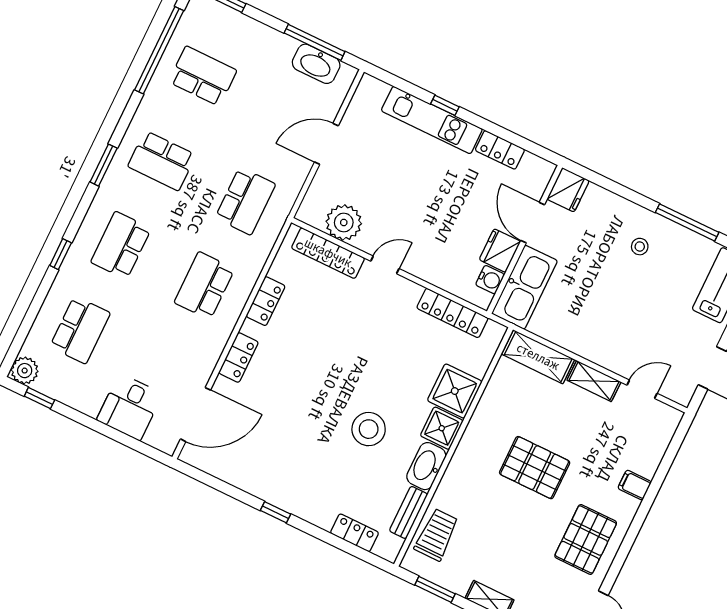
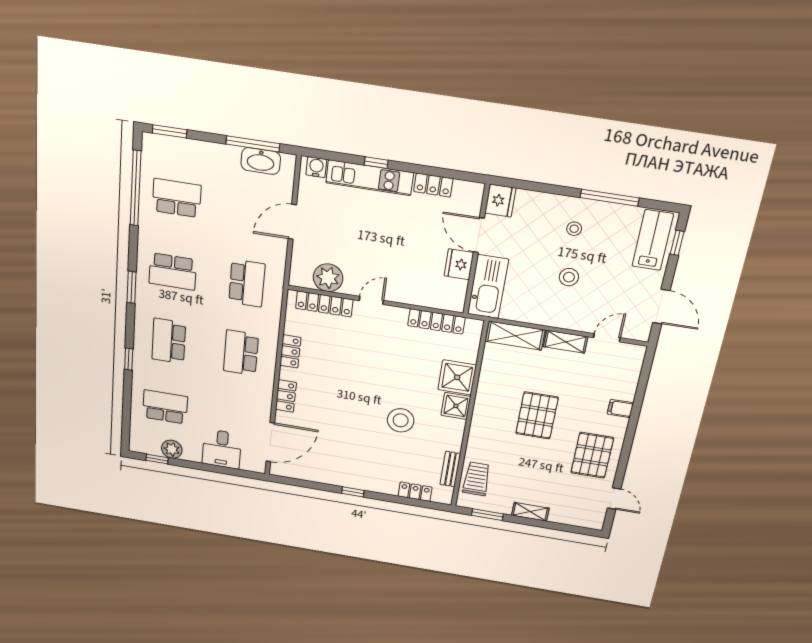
water cooler: (490, 280) -> (316, 167), moved, turned -90
stool: (619, 302) -> (569, 277), added
school desk: (80, 330) -> (165, 407), turned -90
plant: (25, 371) -> (172, 449), moved
washbasin: (426, 466) -> (453, 435), removed
pallet: (535, 468) -> (537, 415), turned 90

